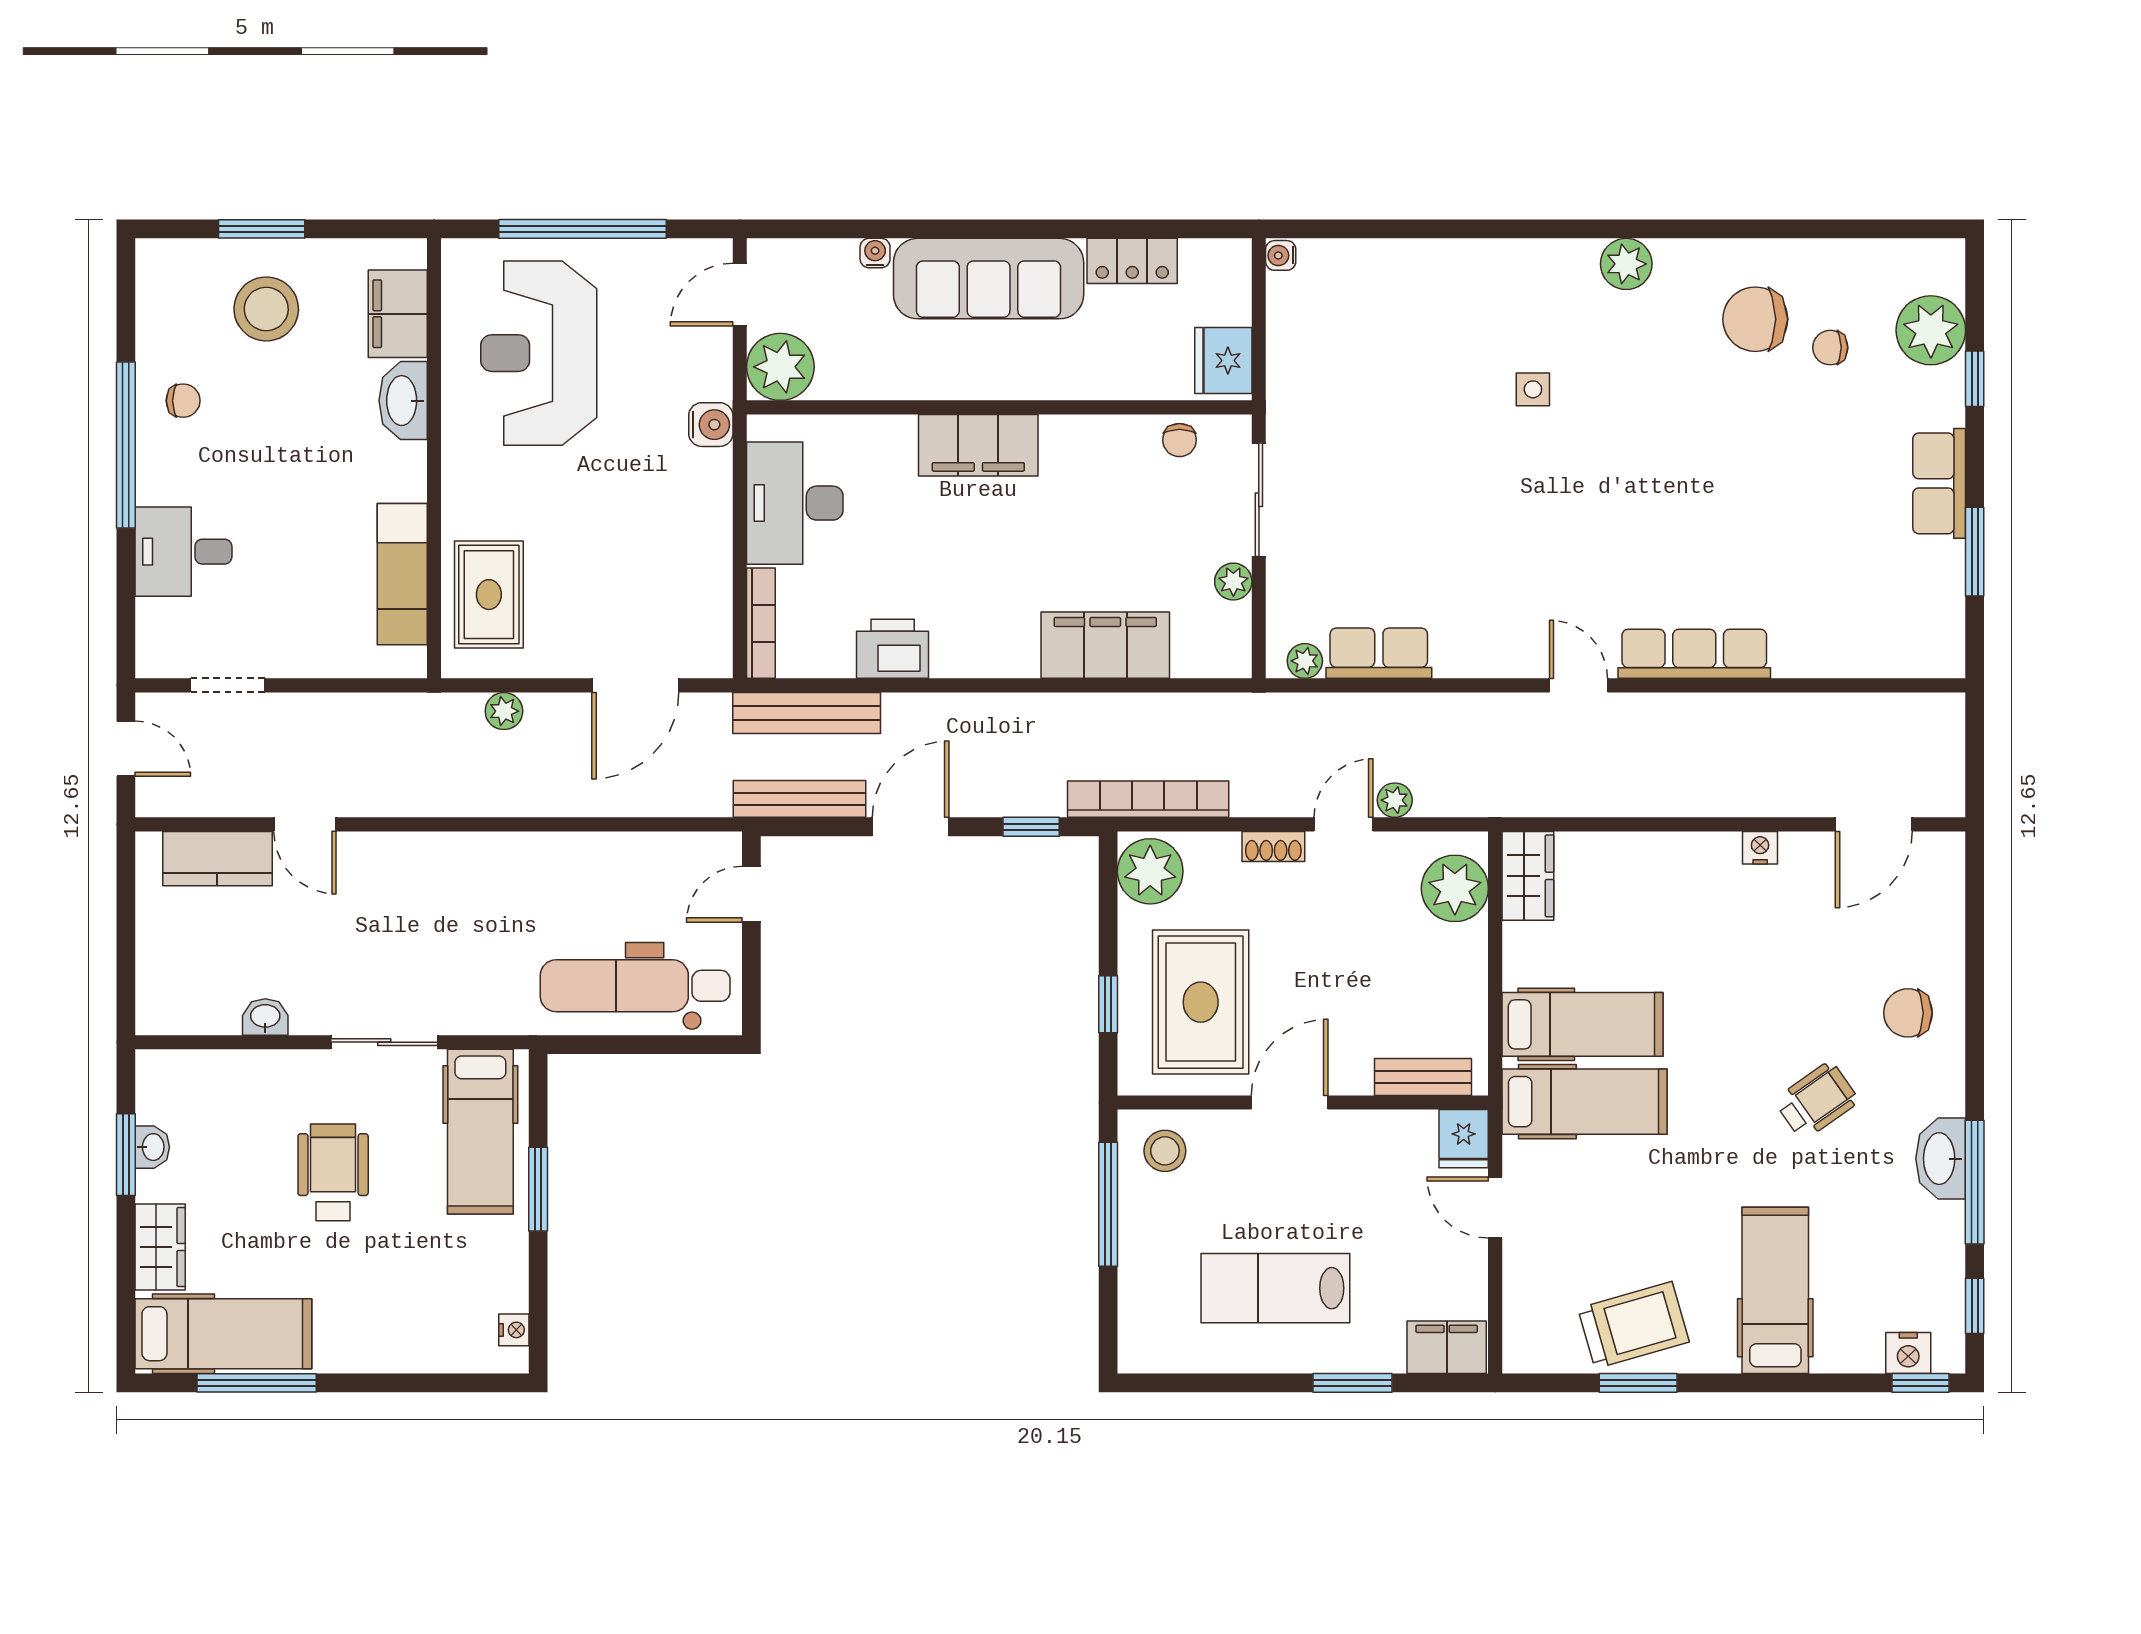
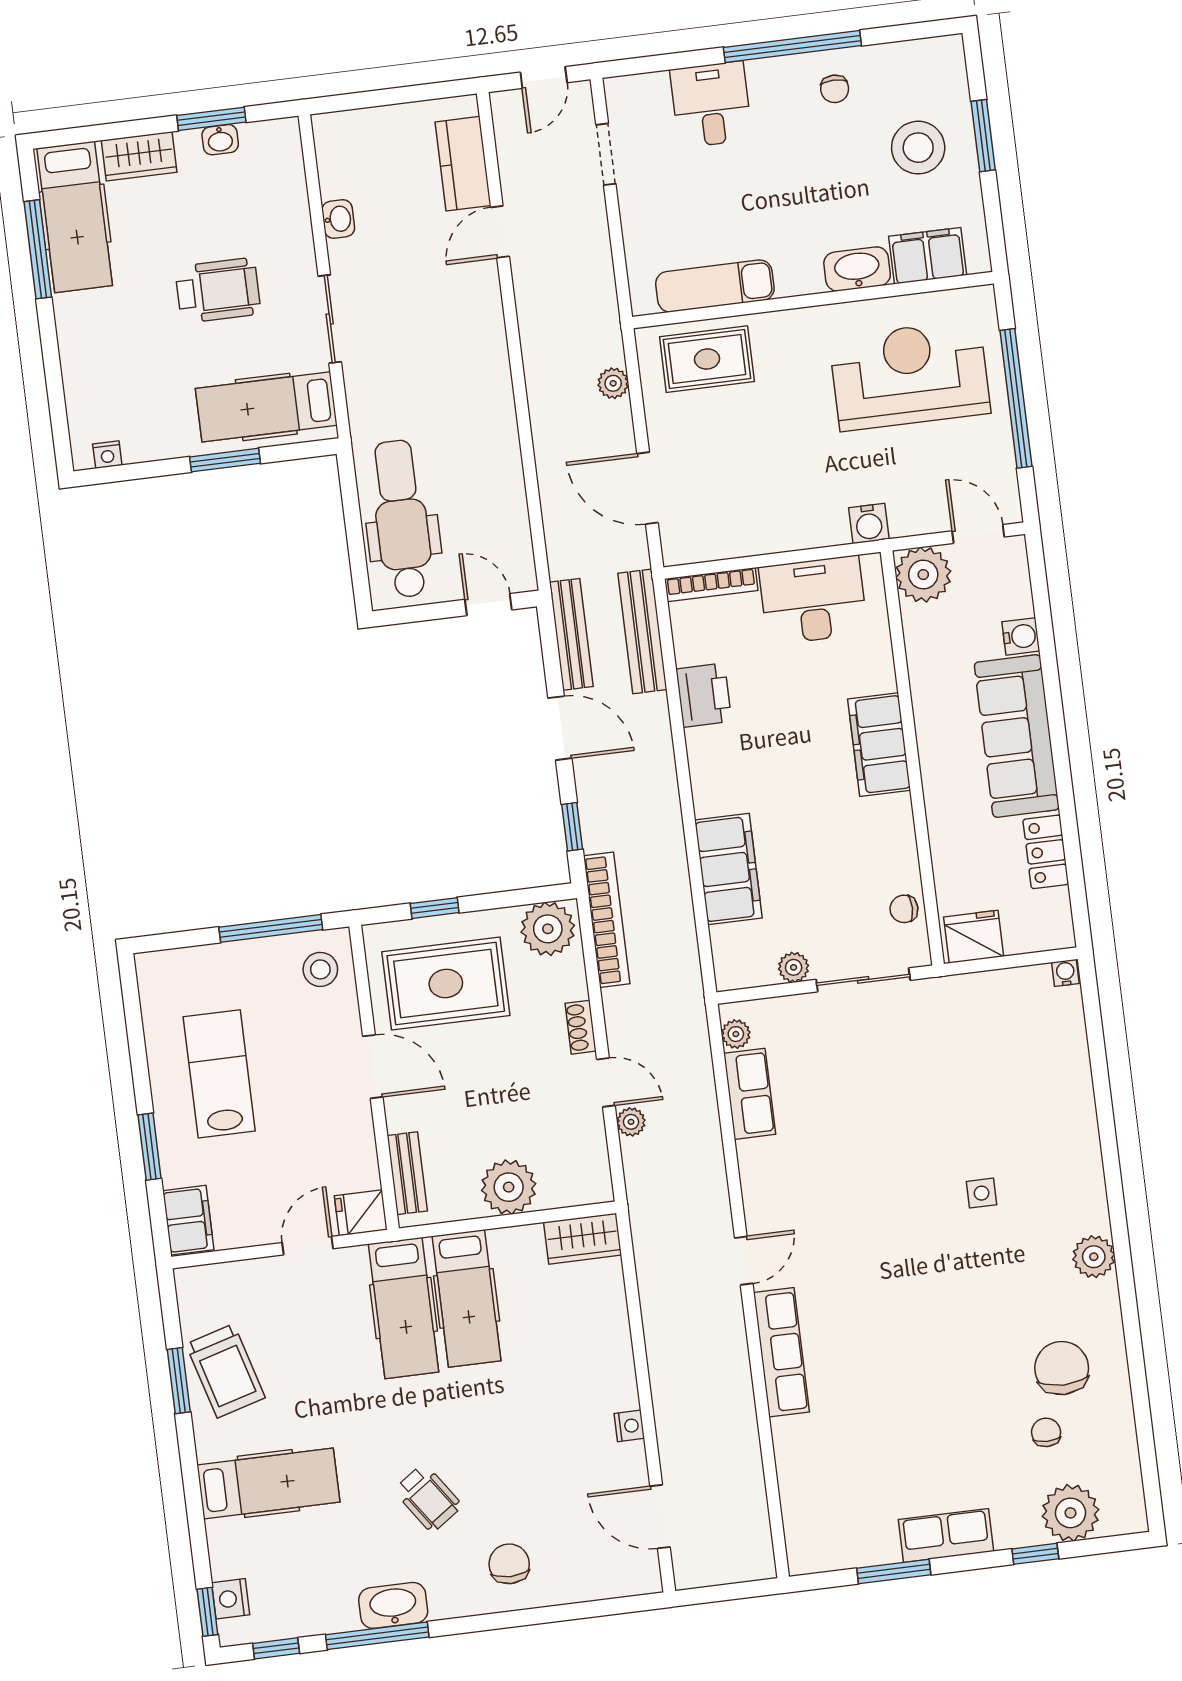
water cooler: (875, 253) -> (1021, 636), width x1.38, depth x1.38
plant: (1455, 888) -> (509, 1187), moved

